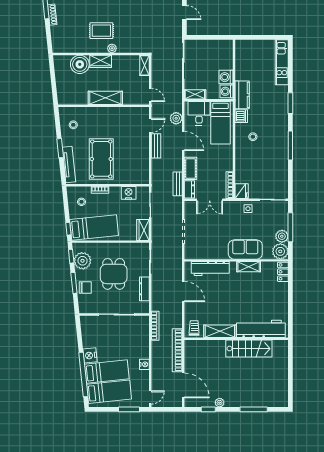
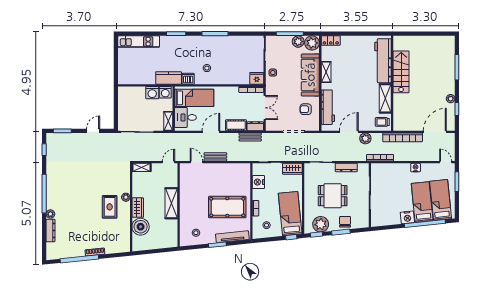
plant: (176, 118) -> (365, 138), moved
armchair: (208, 245) -> (306, 109), added
sofa: (245, 250) -> (310, 75), width x1.36

